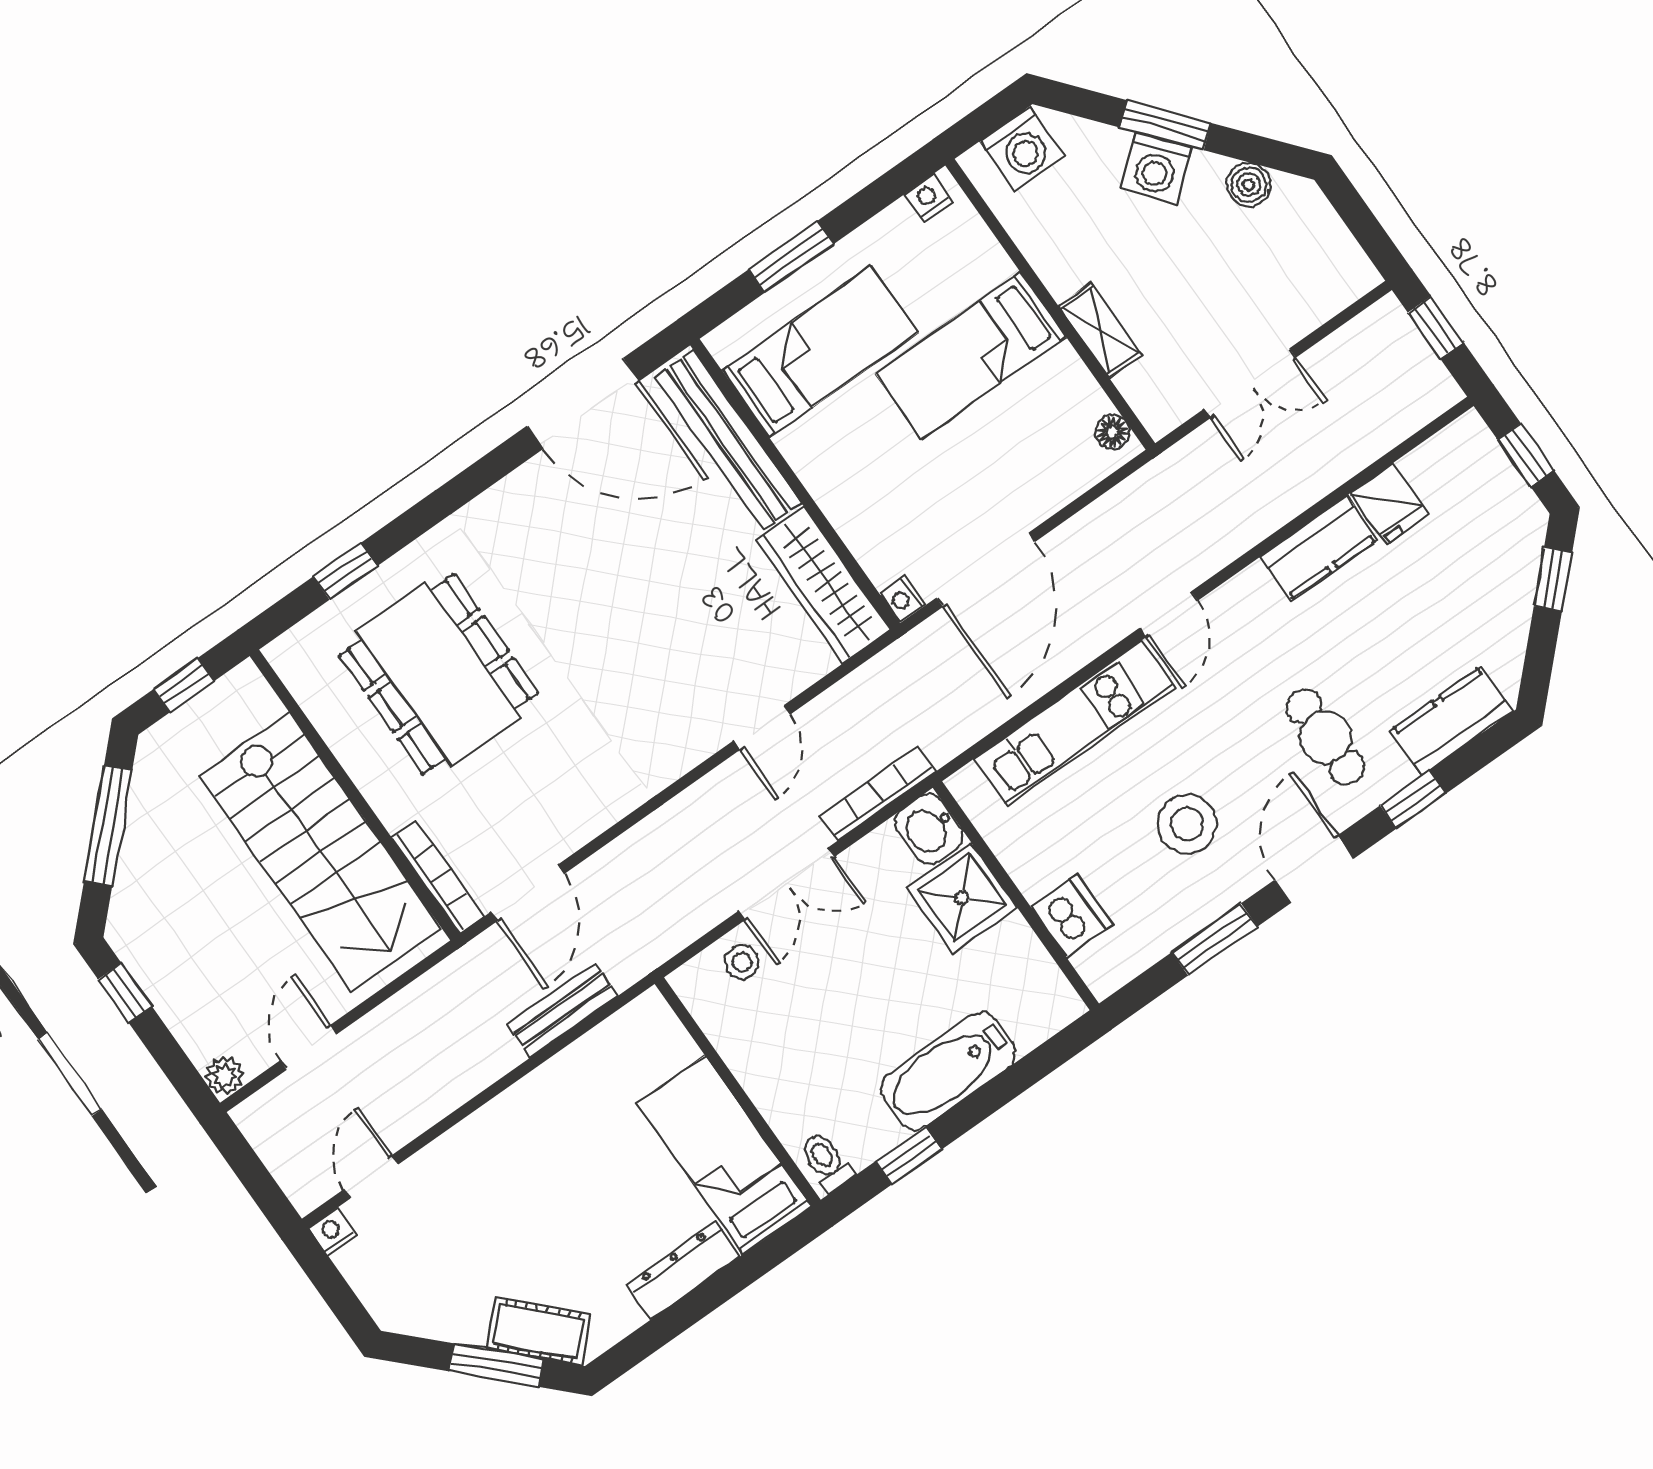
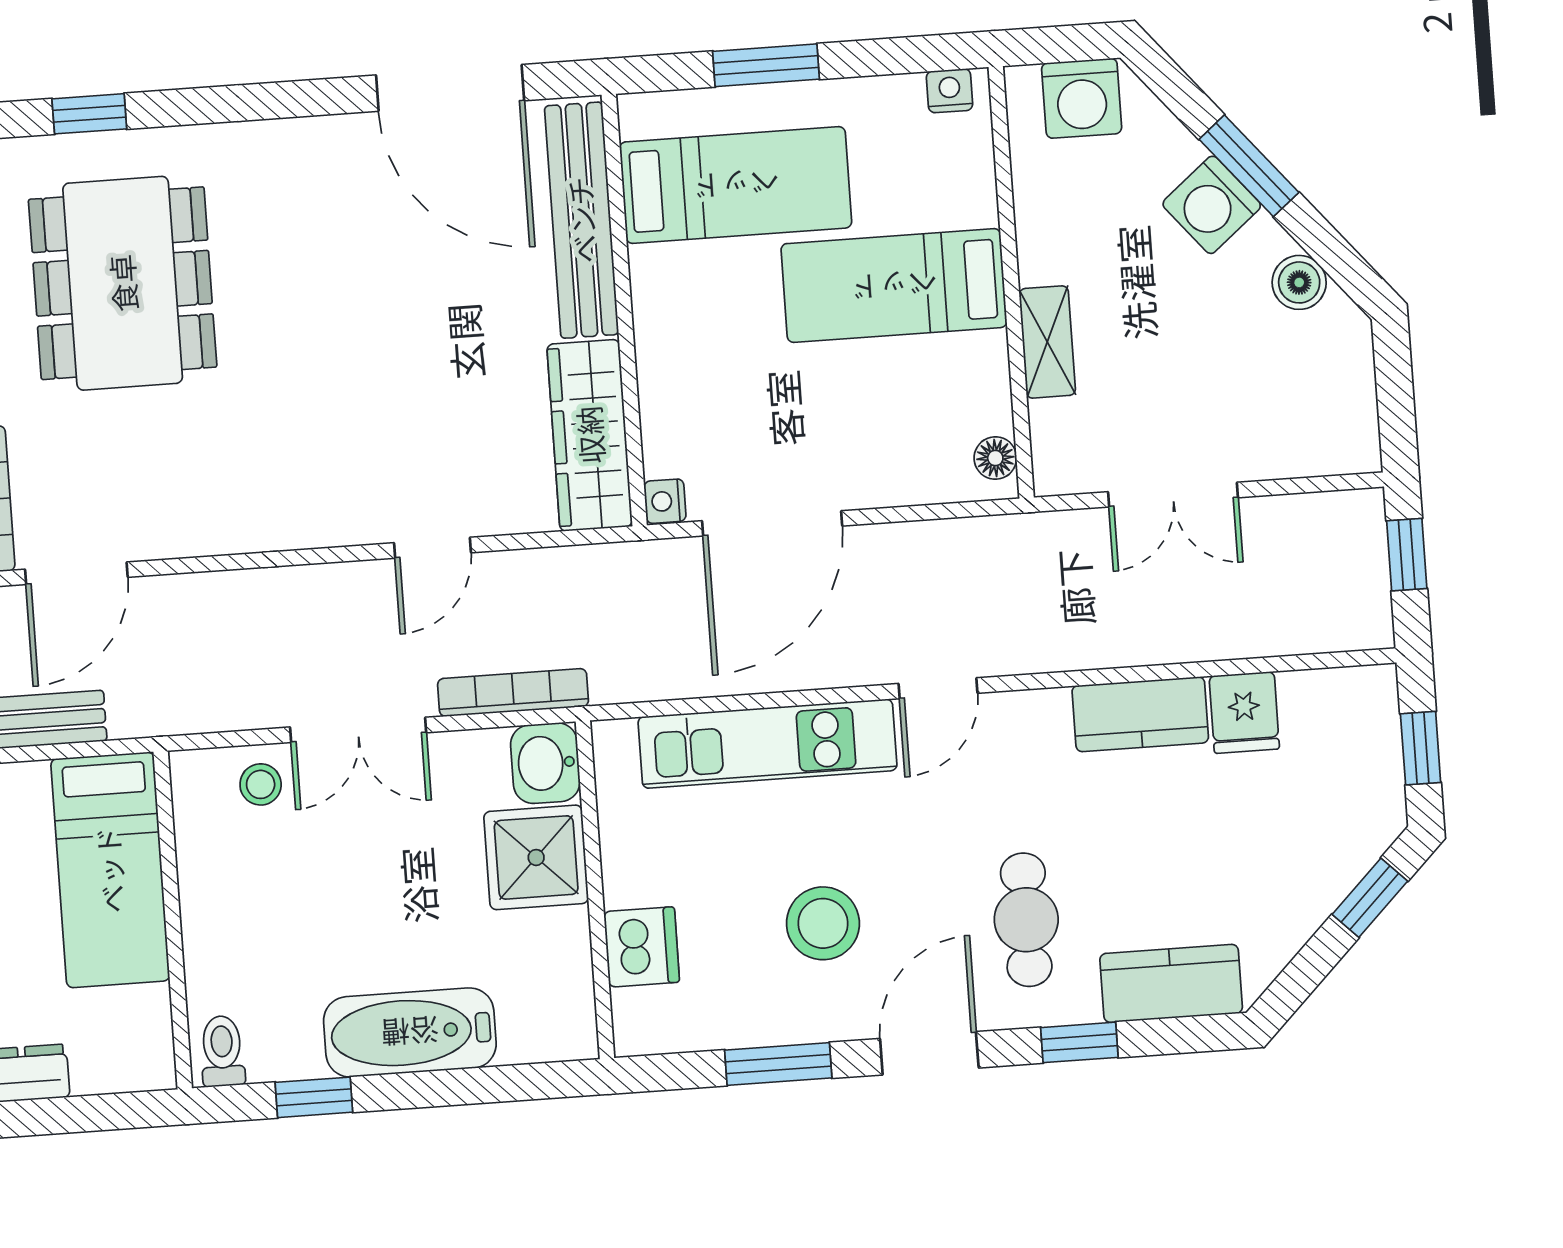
bed: (724, 1155) -> (110, 870), moved, turned 180

